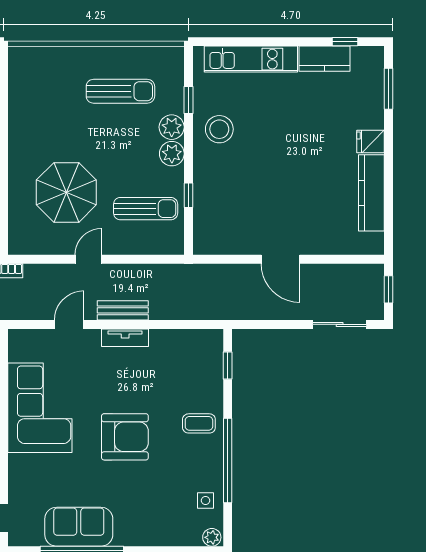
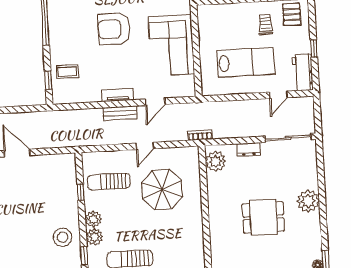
coffee table: (199, 423) -> (67, 72), moved

